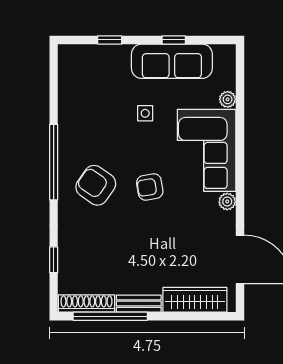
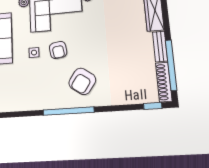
armchair: (150, 187) -> (58, 50), moved
window: (54, 260) -> (153, 106), moved

